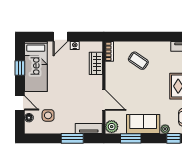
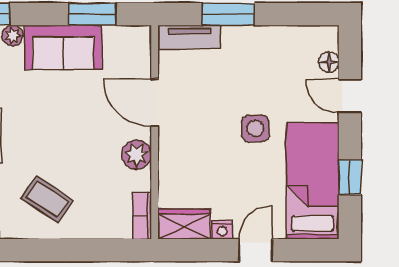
coffee table: (138, 61) -> (47, 199), moved
wardrobe: (96, 63) -> (184, 224), moved, turned -90
side table: (48, 115) -> (255, 128), moved
plant: (112, 127) -> (137, 155), moved

